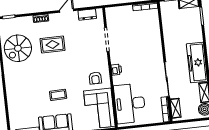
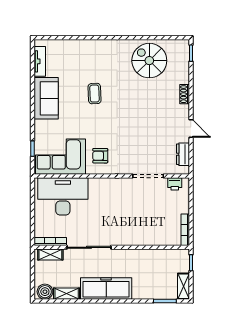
rug: (52, 45) -> (149, 105), removed
printer: (116, 70) -> (175, 184), moved
coffee table: (58, 95) -> (95, 94), moved

